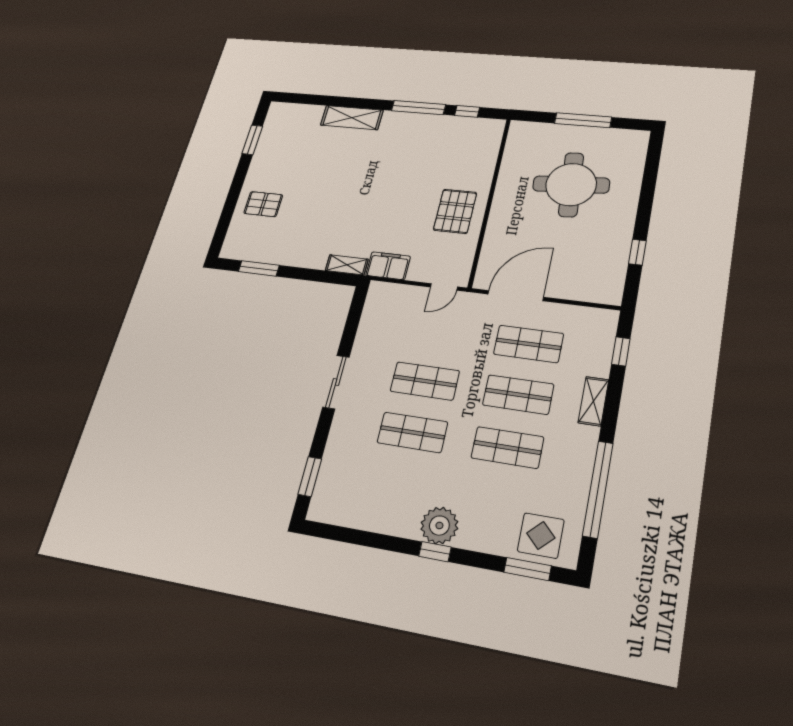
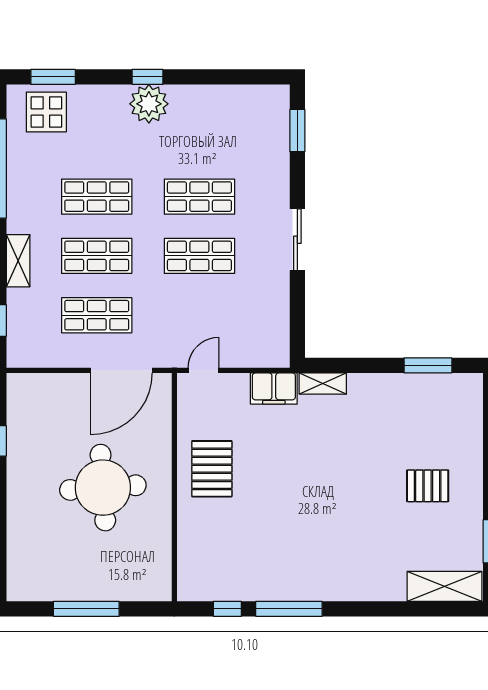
shelving: (352, 118) -> (444, 586), moved
round table: (571, 185) -> (103, 488), moved
pallet: (263, 204) -> (428, 486), moved

